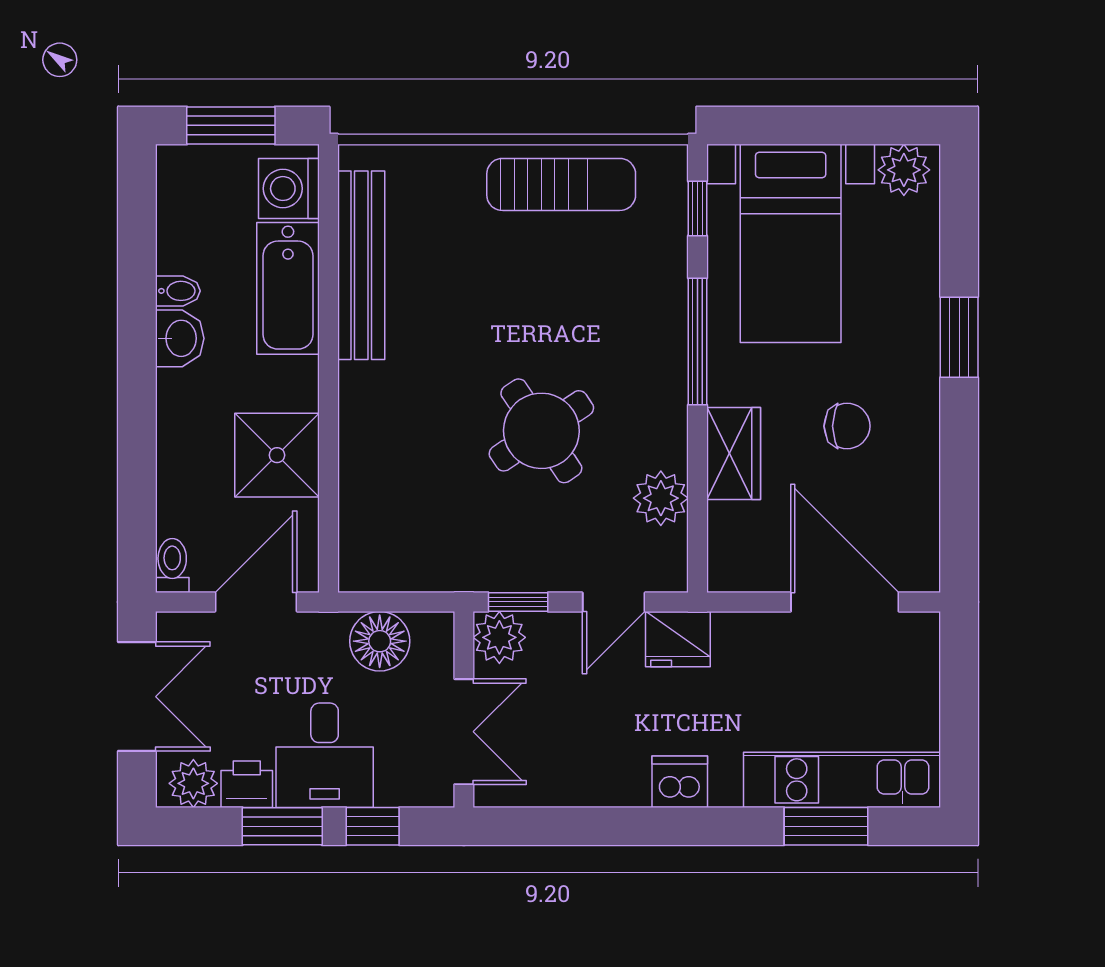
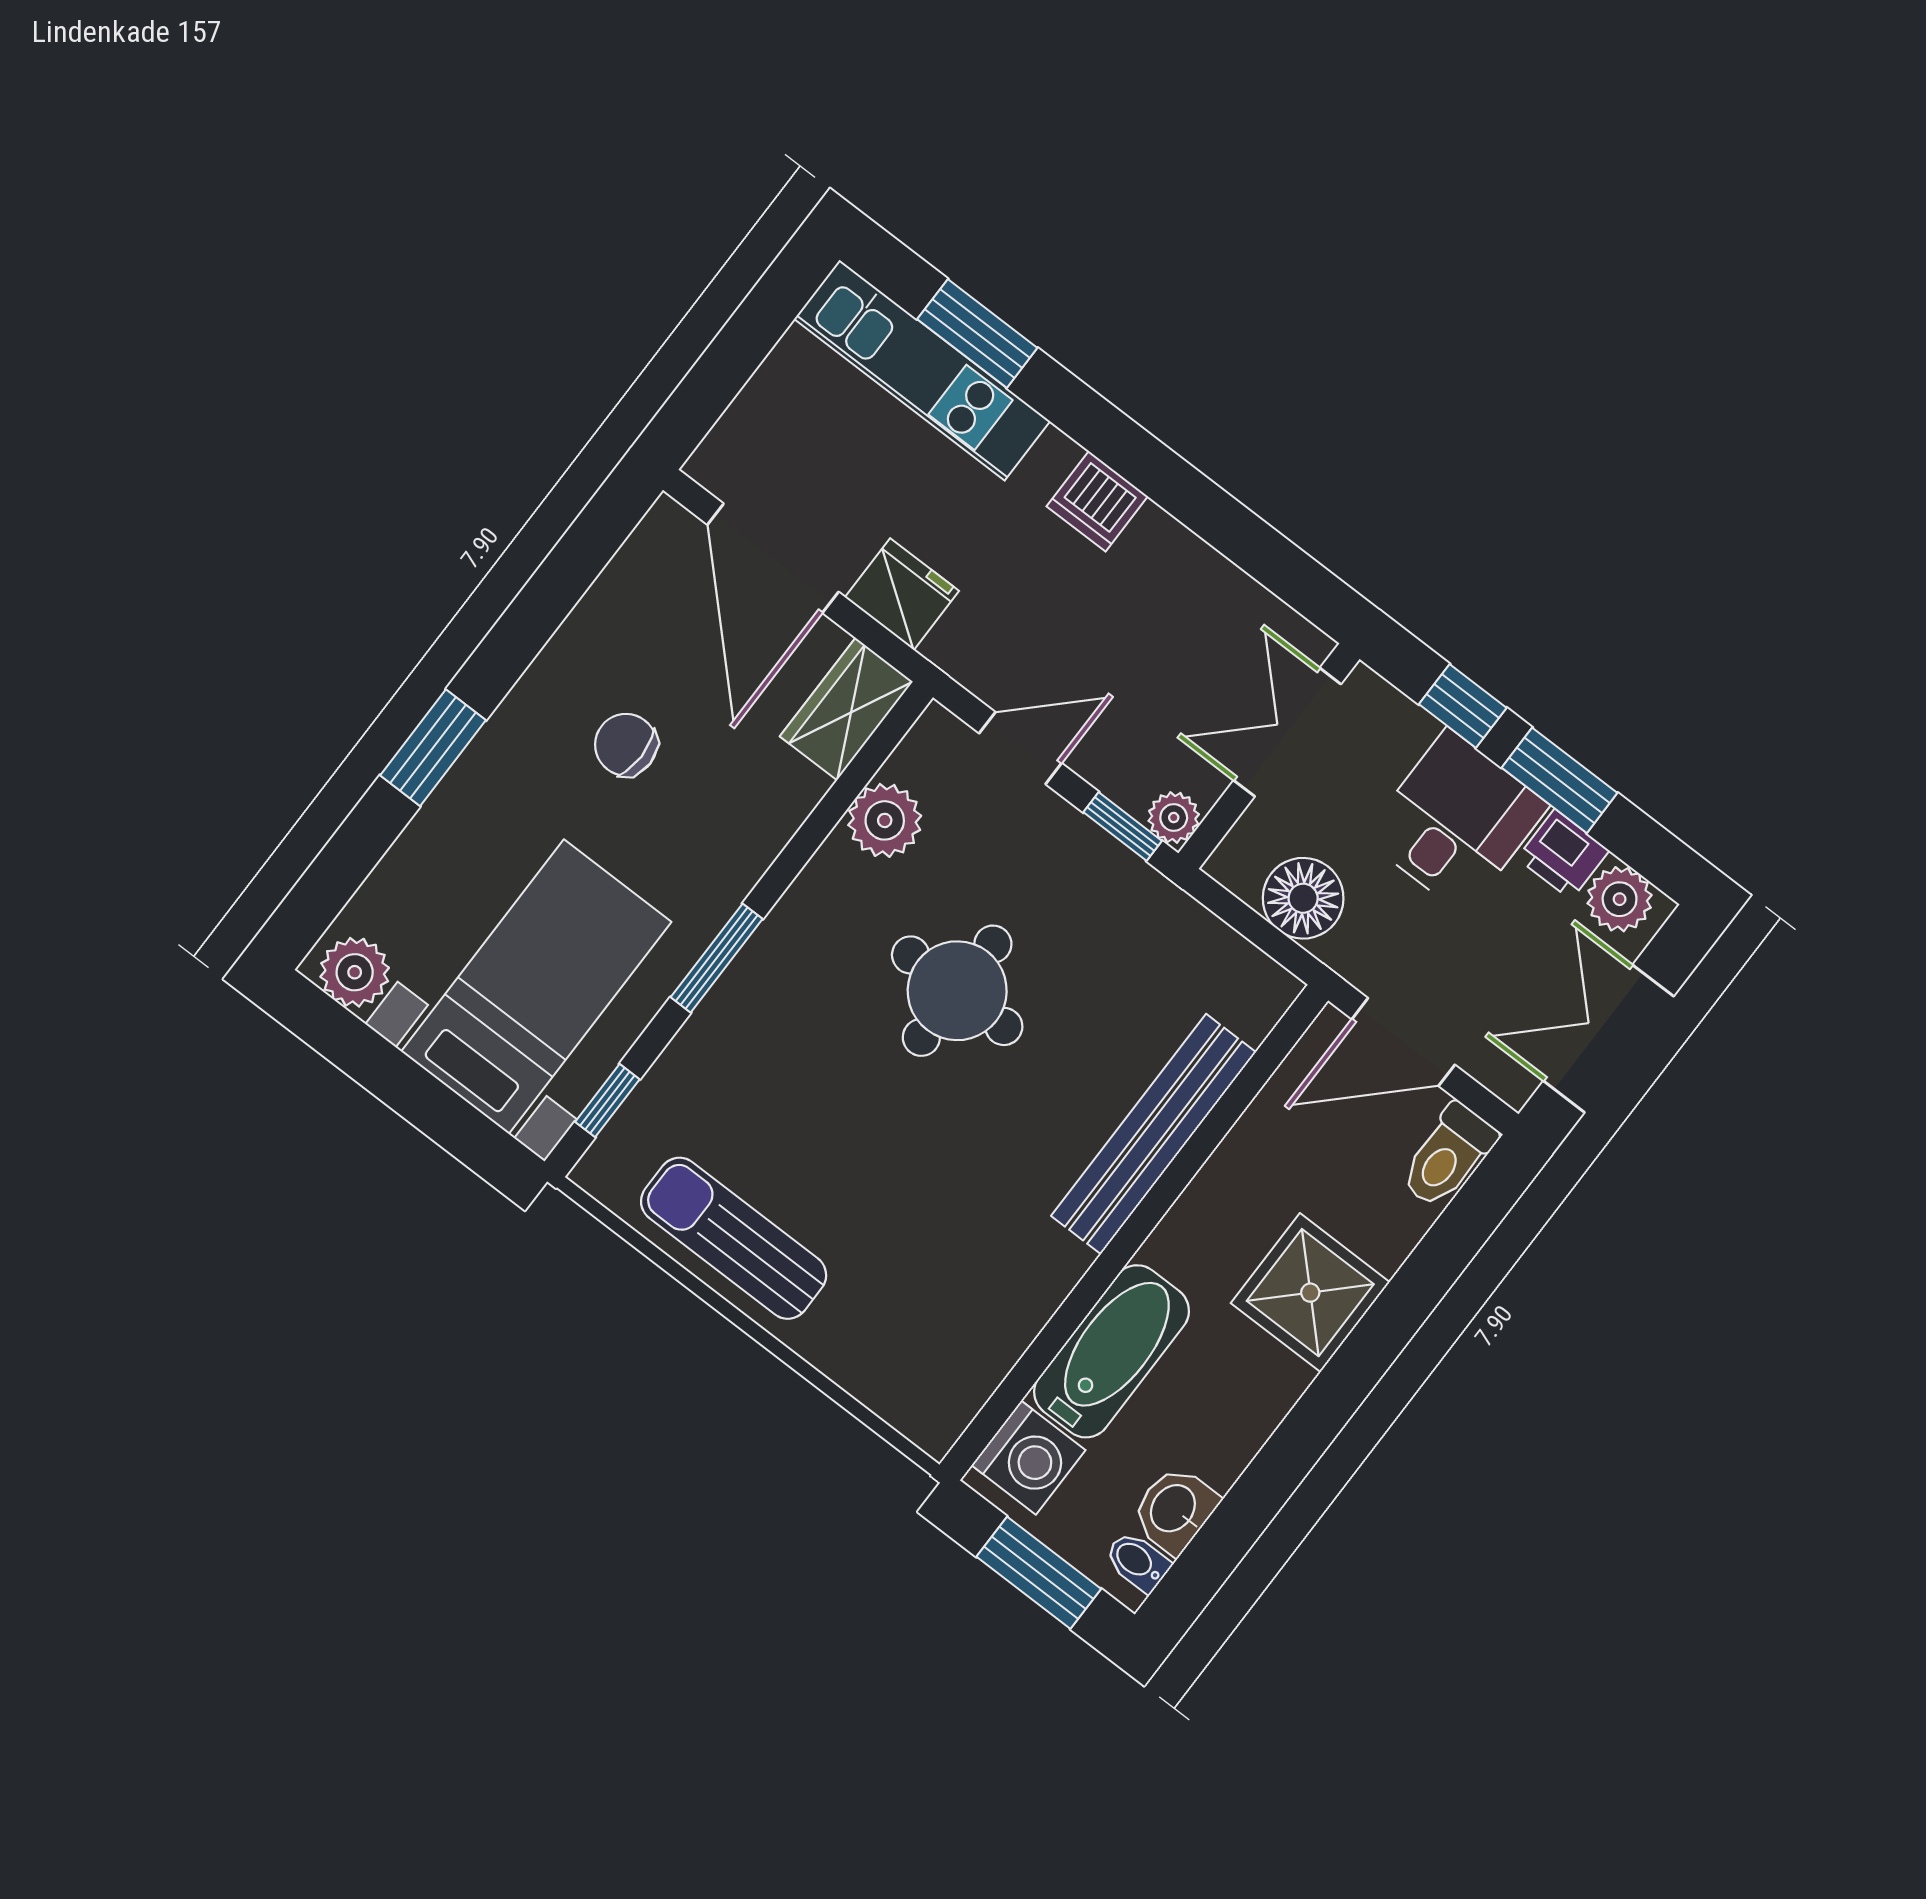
bench: (361, 265) -> (1154, 1134), moved
bidet: (178, 291) -> (1137, 1562), moved
washbasin: (180, 338) -> (1174, 1509), moved
window: (697, 342) -> (717, 958), width x0.69
round table: (541, 431) -> (957, 991), turned 34
wardrobe: (734, 454) -> (846, 709), moved
shower: (277, 455) -> (1310, 1293), moved
toilet: (172, 566) -> (1448, 1156), width x1.37, depth x1.39
plant: (499, 637) -> (1174, 818), width x0.73, depth x0.73
fridge: (678, 639) -> (902, 594), moved

